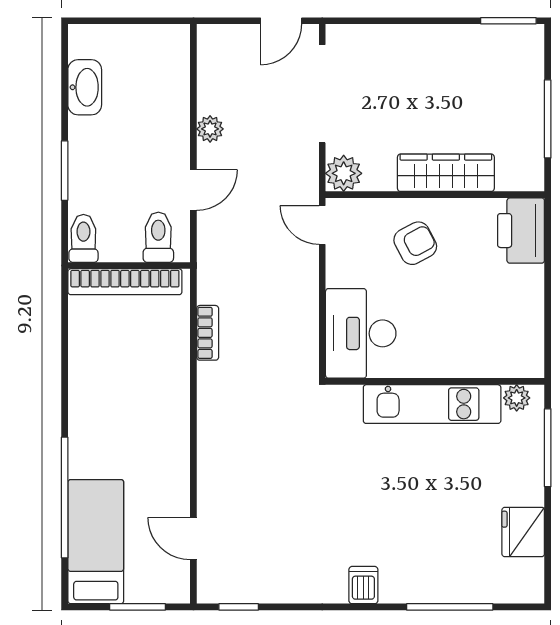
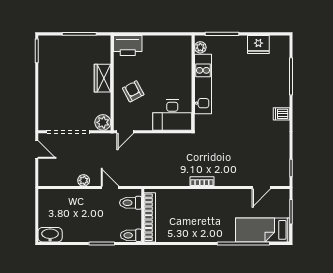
washbasin: (85, 87) -> (50, 235), moved
wardrobe: (446, 173) -> (103, 78), width x0.67
bookcase: (208, 333) -> (202, 181), moved

